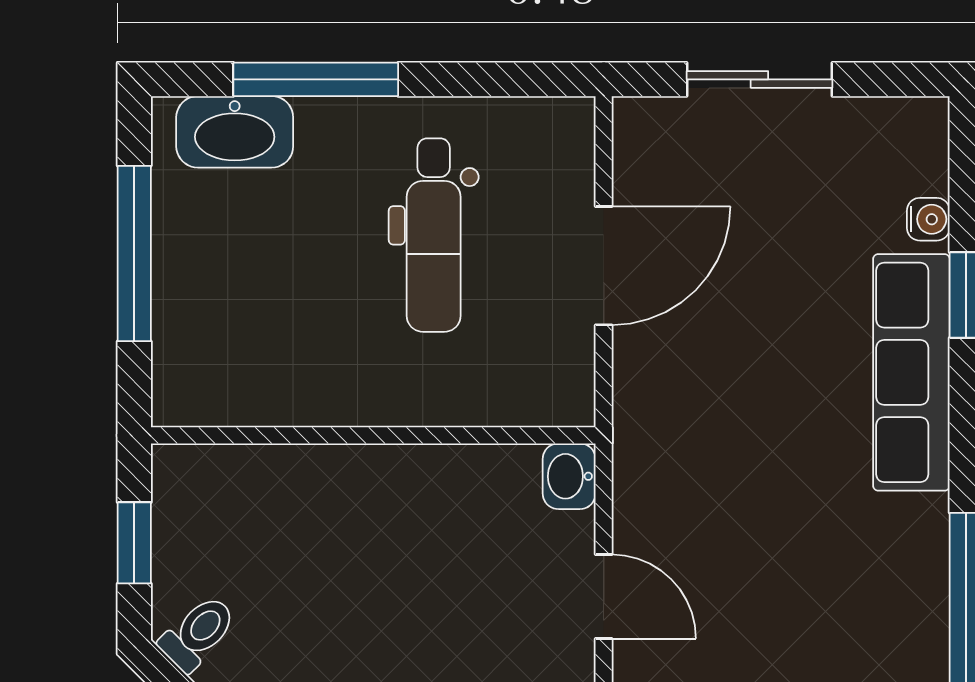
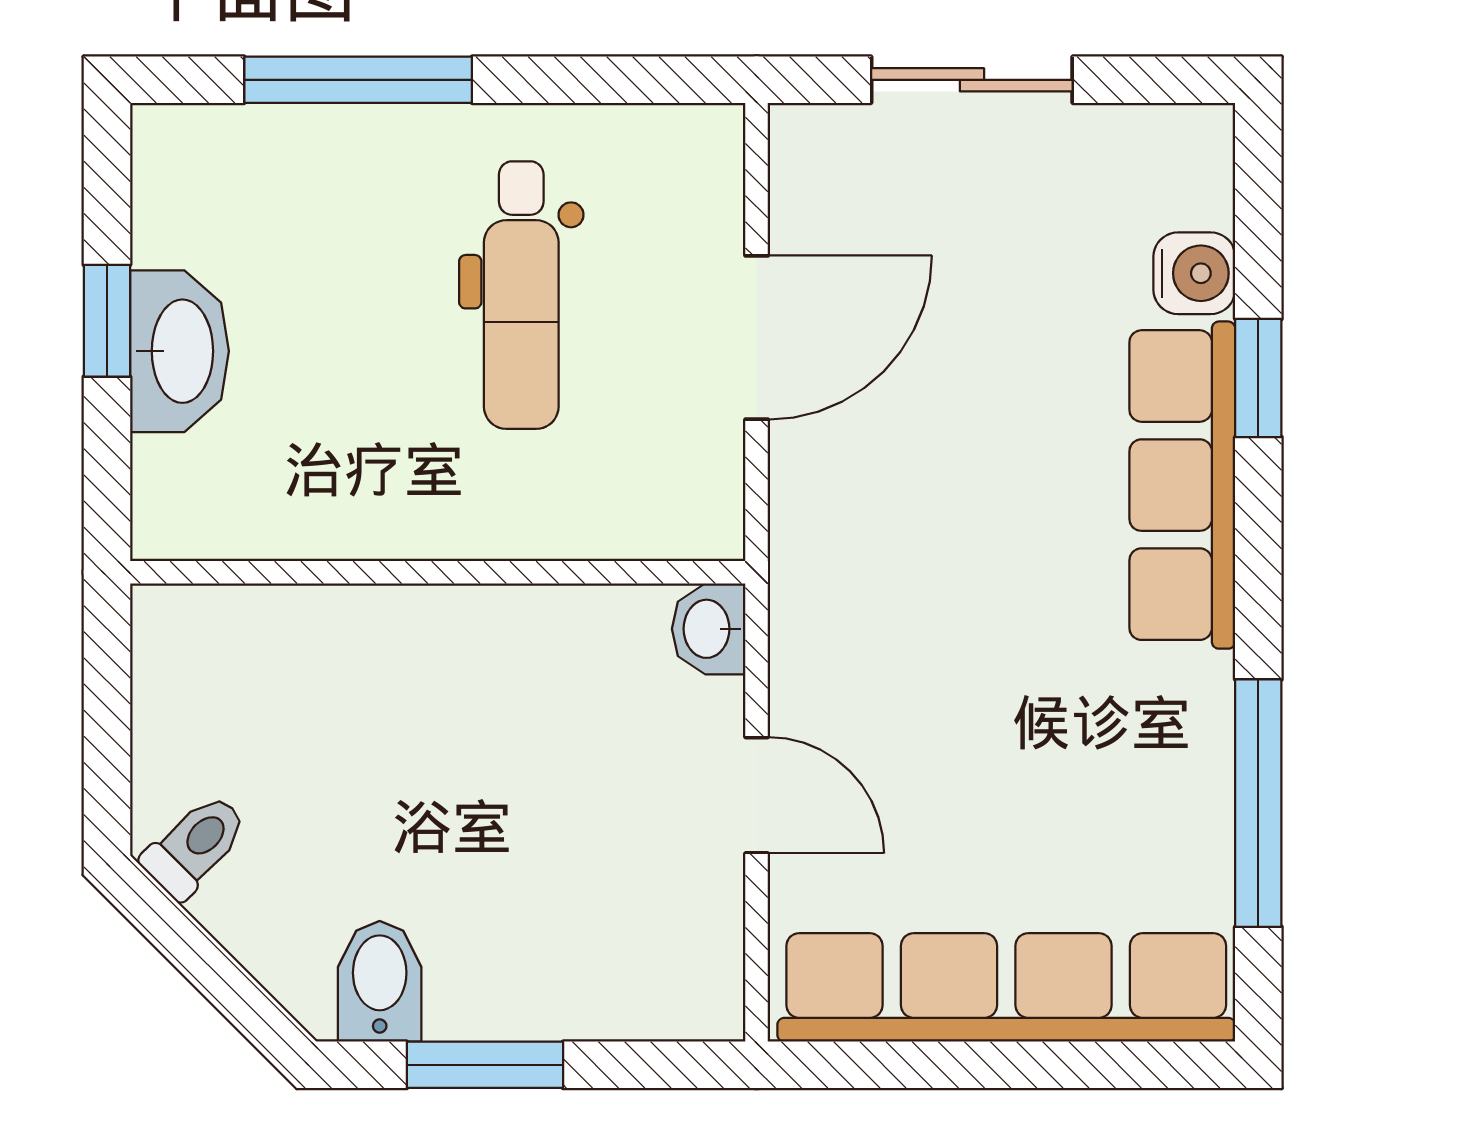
washbasin: (235, 132) -> (179, 351), moved, turned -90
water cooler: (928, 219) -> (1194, 273), width x1.38, depth x1.38
window: (134, 254) -> (107, 321), width x0.46
window: (134, 543) -> (107, 721), removed

